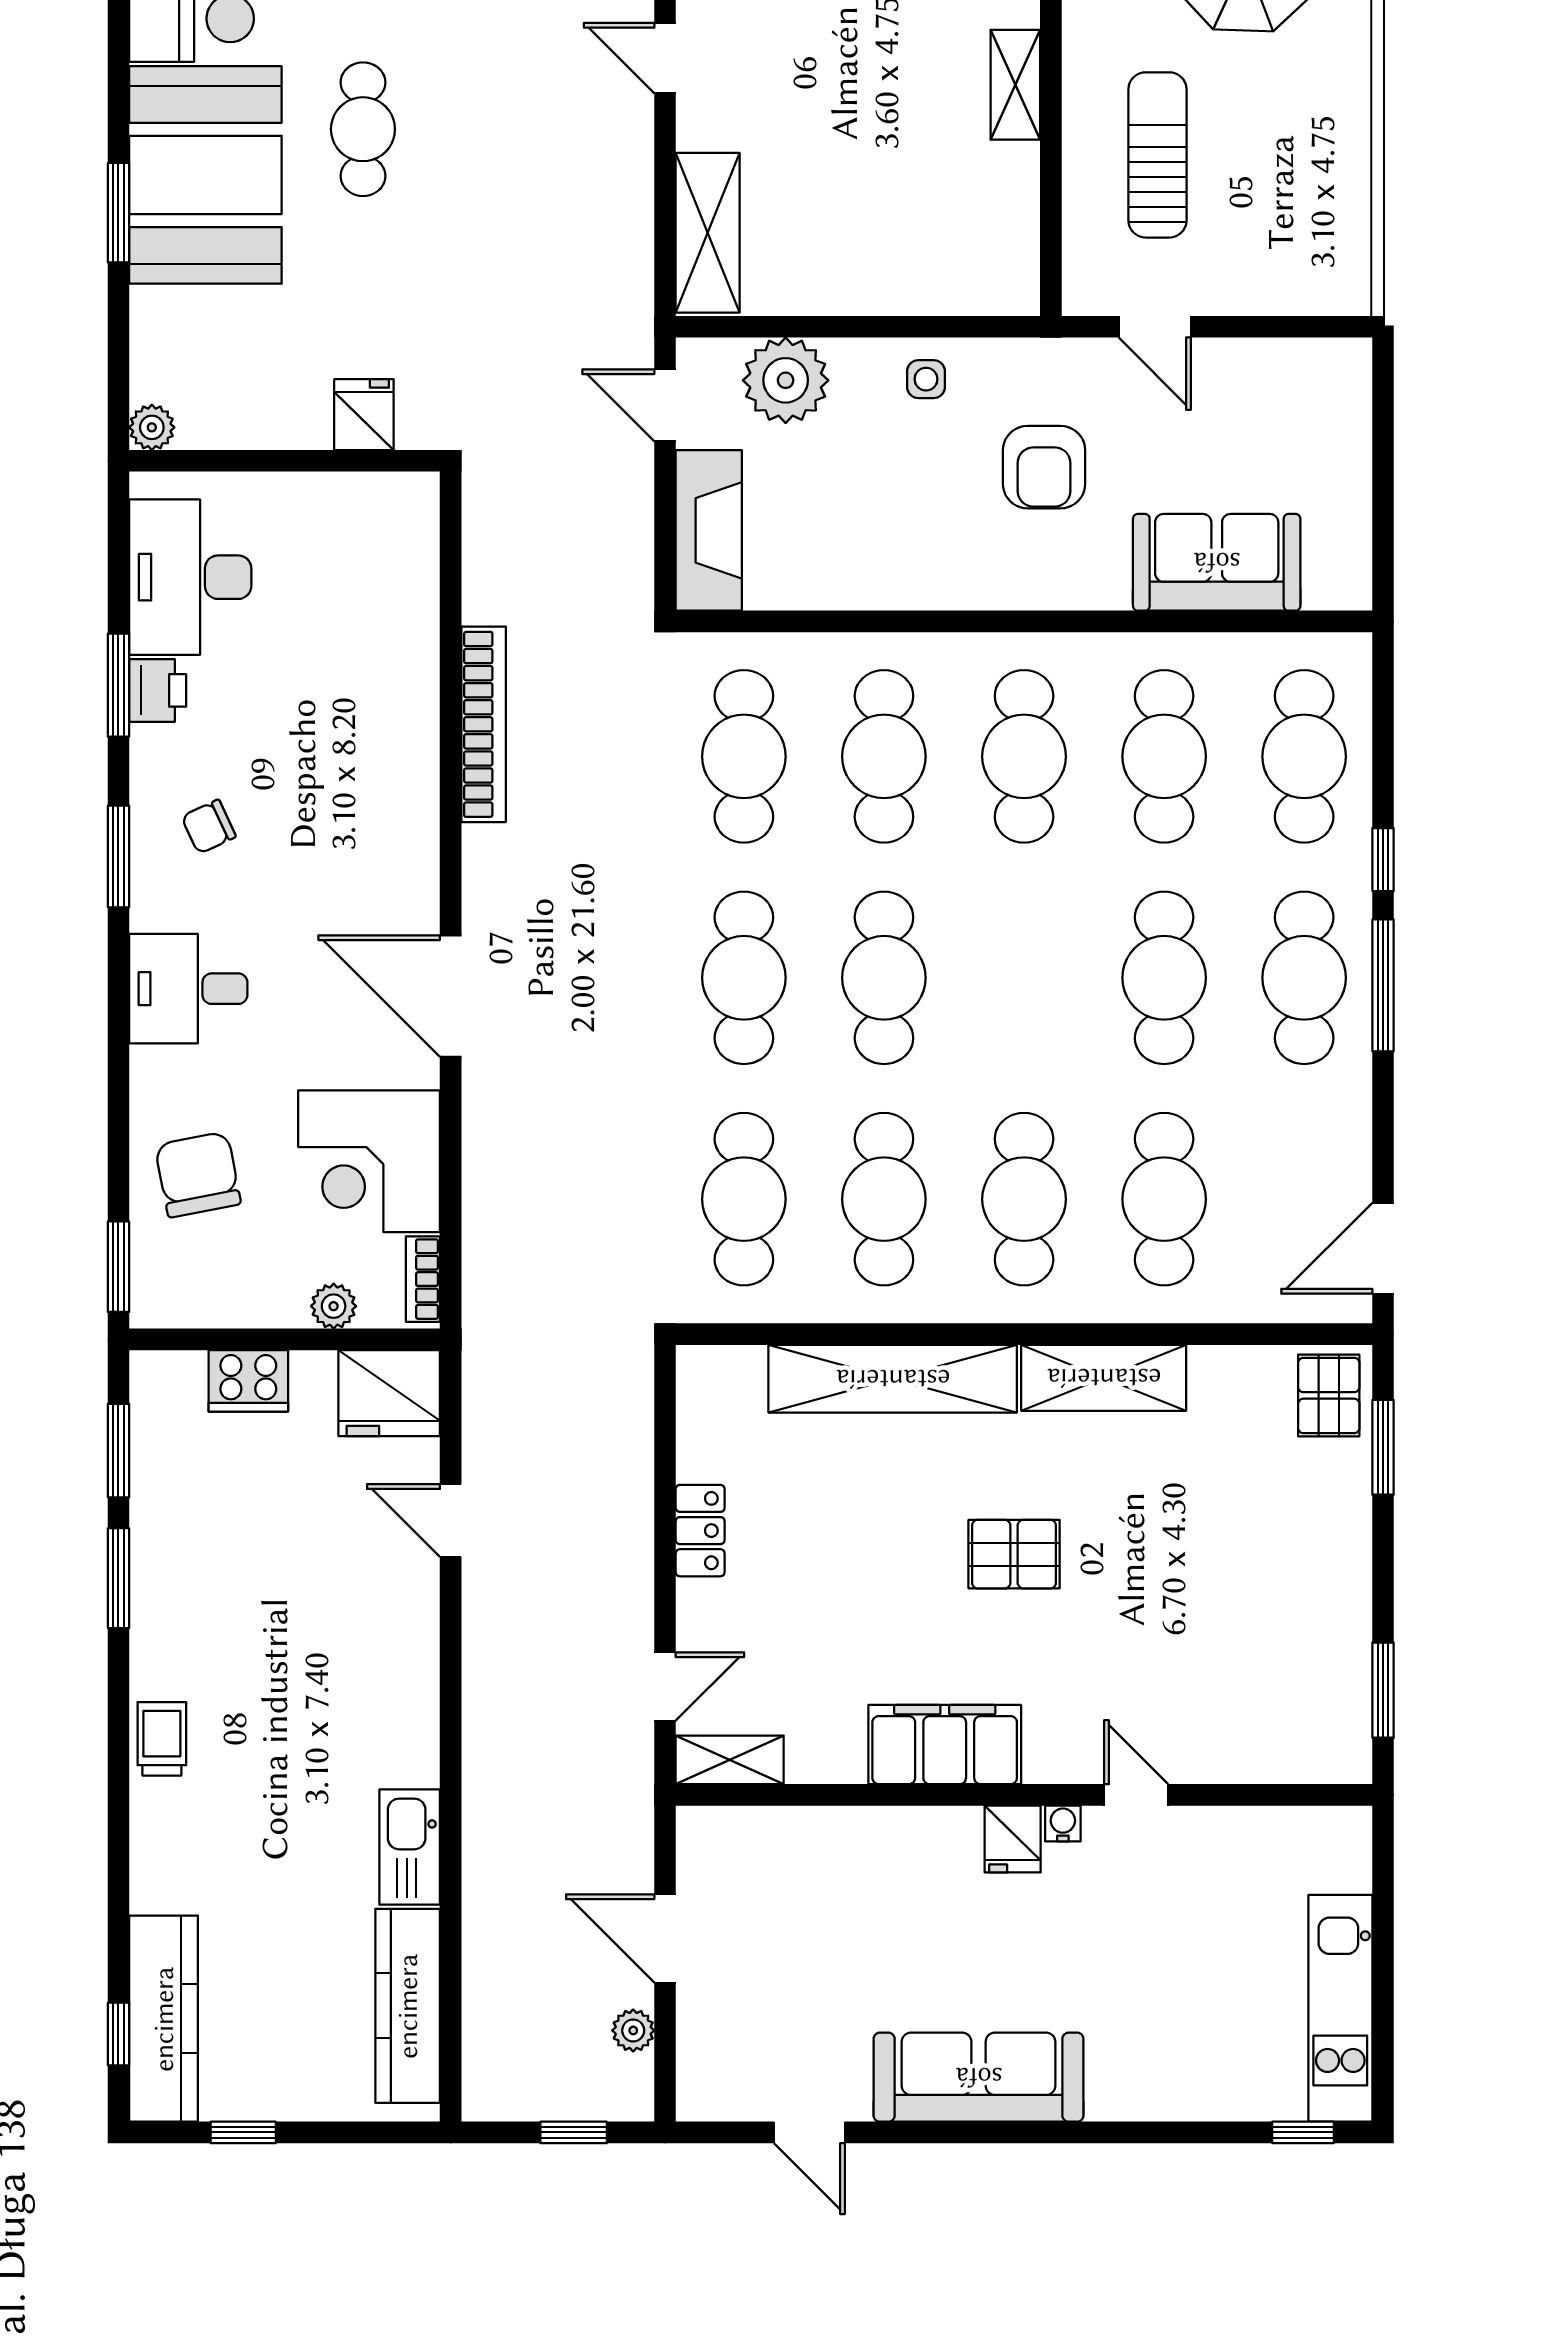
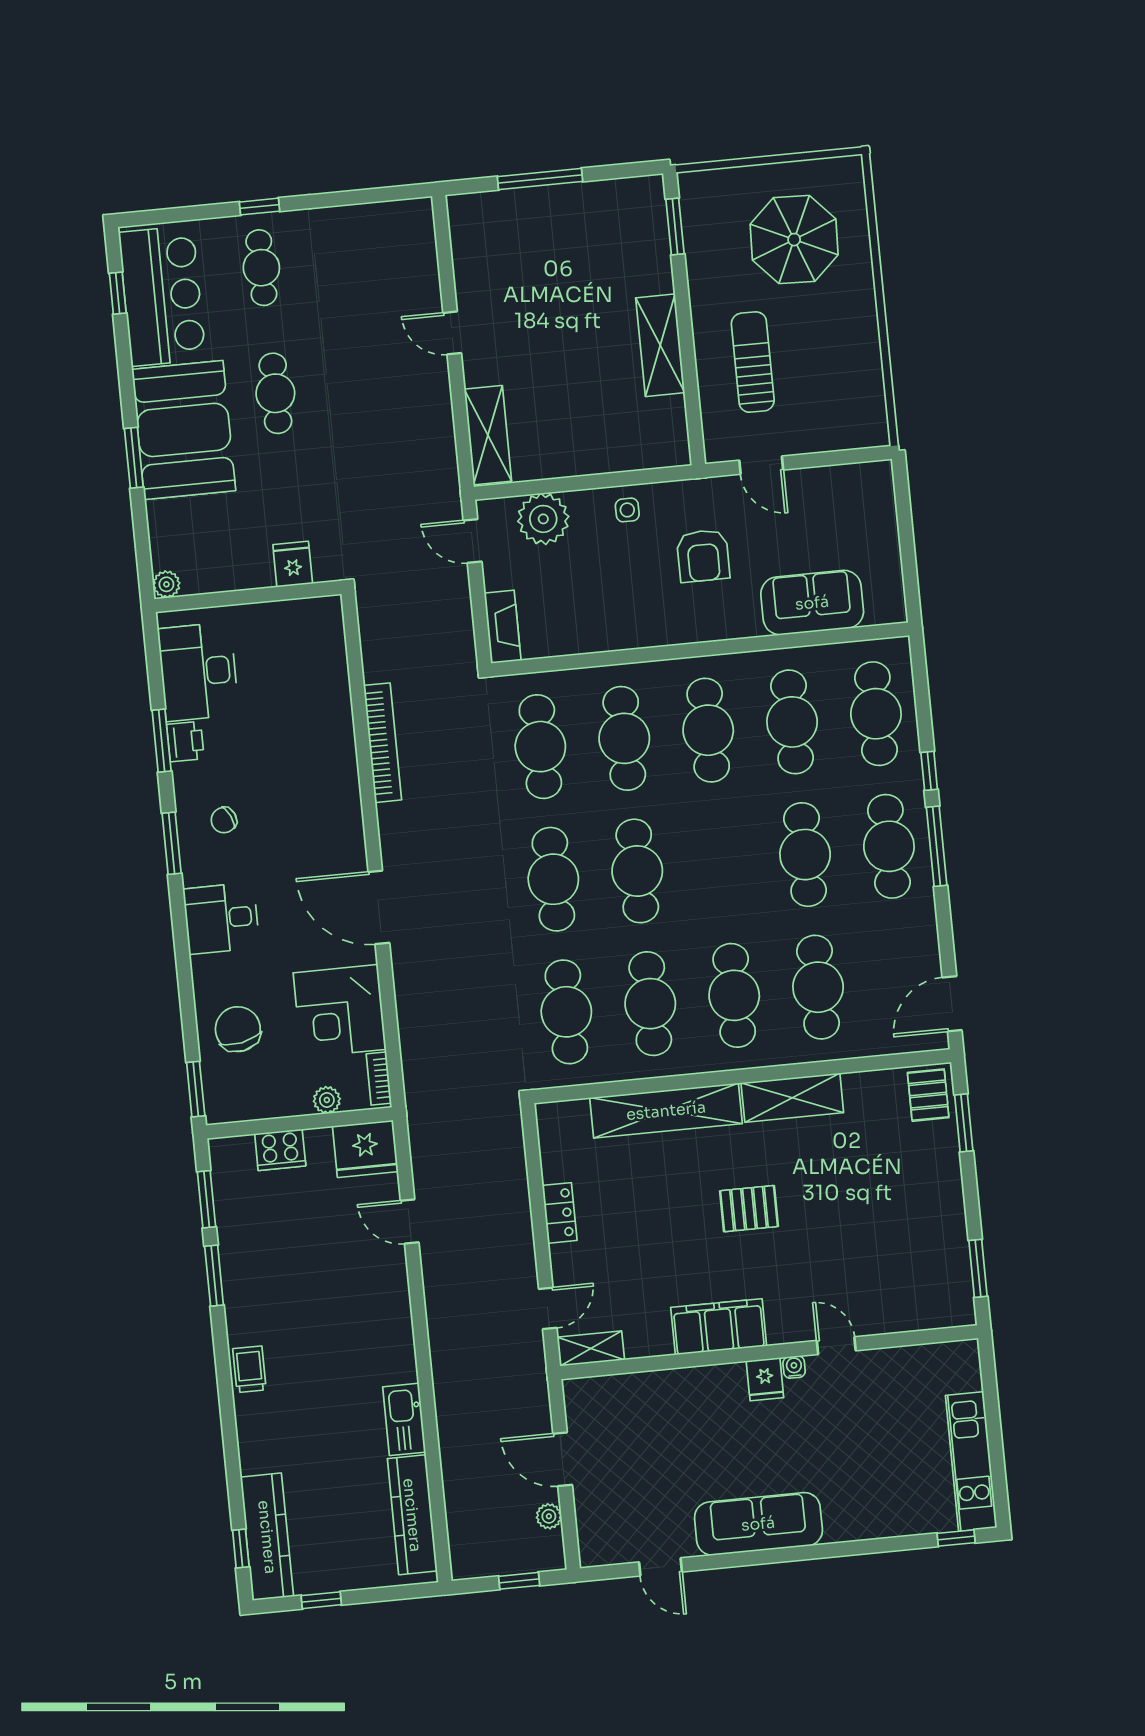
shelving: (1015, 85) -> (660, 345), width x1.50, depth x1.33
fireplace: (709, 530) -> (503, 627), width x0.73, depth x0.76

